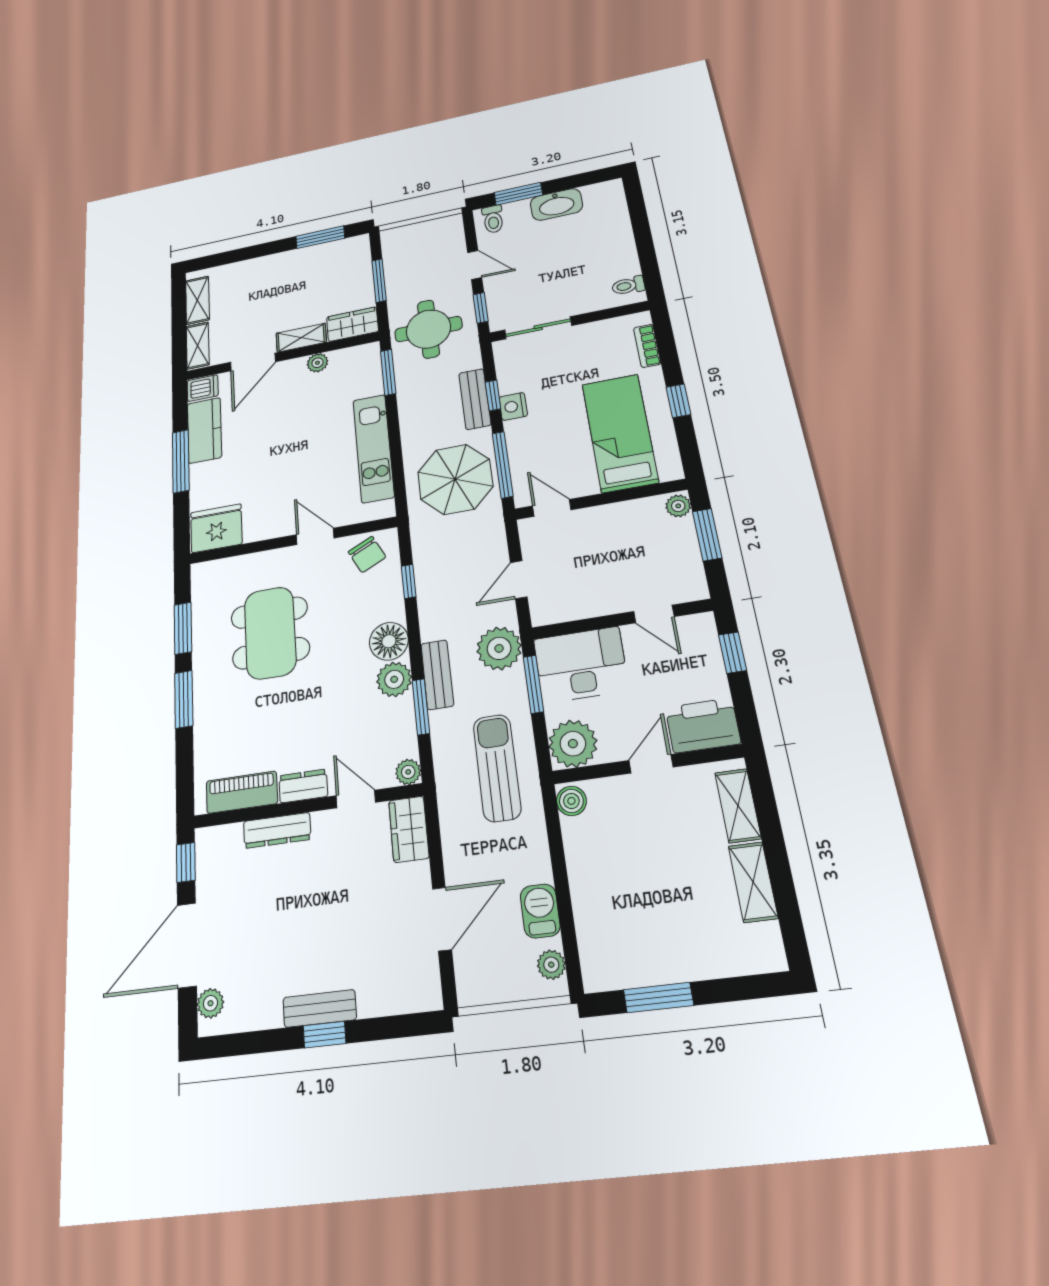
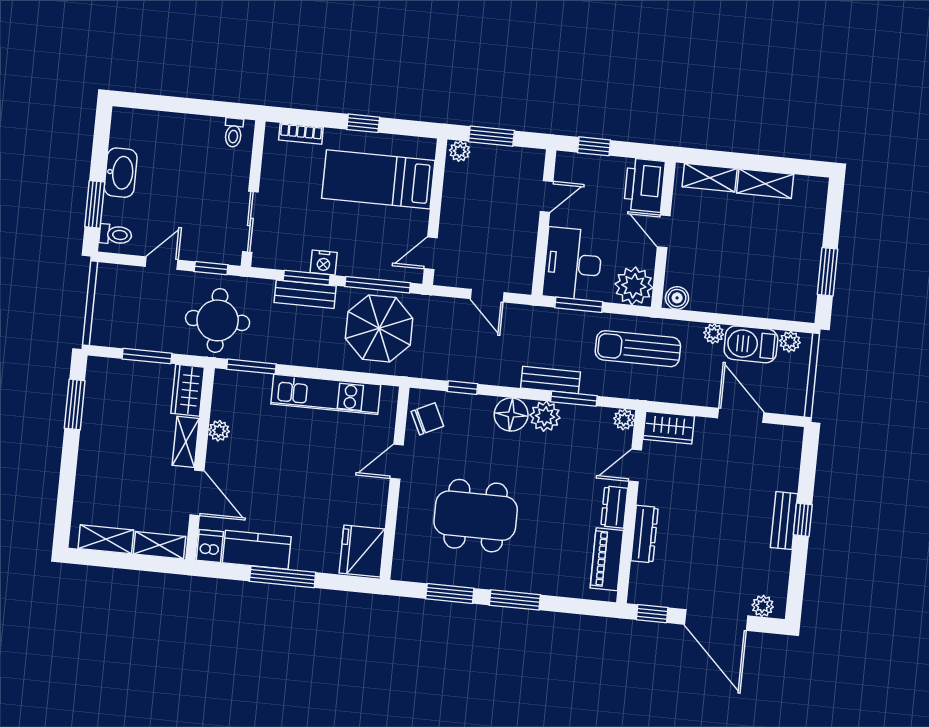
window: (493, 395) -> (307, 278), width x1.50
plant: (499, 648) -> (714, 334), moved, width x0.53, depth x0.53
barbecue: (540, 911) -> (751, 344), width x1.38, depth x1.27

